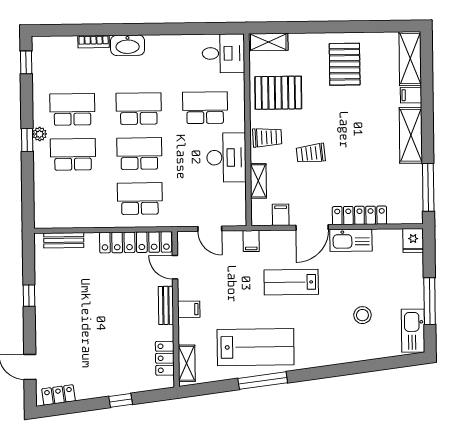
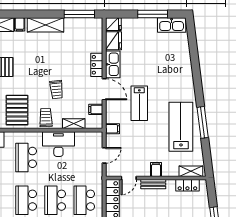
locker: (359, 215) -> (97, 65), width x0.66
fridge: (387, 241) -> (113, 41), added
stool: (362, 315) -> (161, 57), removed

